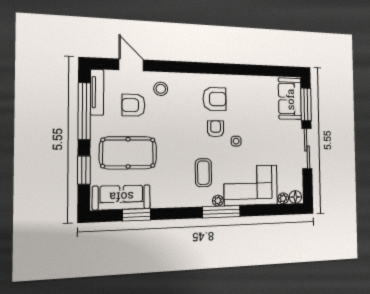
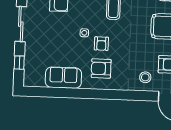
sofa: (290, 99) -> (63, 78), moved, turned -90
window: (306, 104) -> (19, 63), width x0.46

